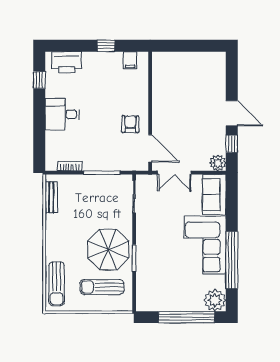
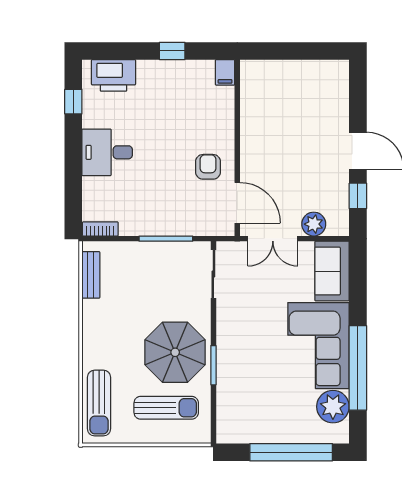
filing cabinet: (130, 60) -> (225, 72), moved
plant: (218, 163) -> (314, 224), moved
bookcase: (70, 166) -> (100, 229), moved
sun lounger: (102, 287) -> (166, 408), turned 180
plant: (215, 300) -> (333, 407), moved

